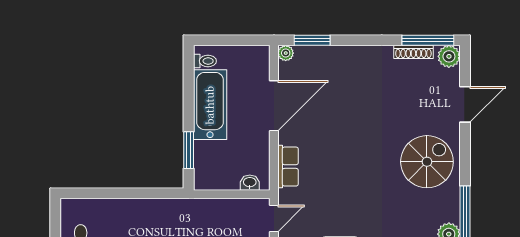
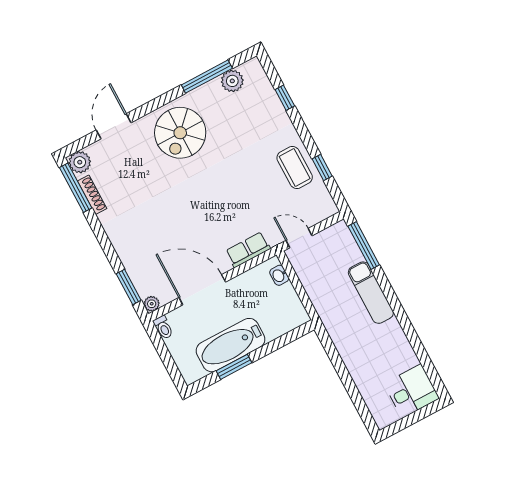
toilet: (205, 61) -> (163, 327), moved, turned 180
door: (465, 104) -> (114, 126), hinge flipped
window: (189, 150) -> (234, 367), moved
spiral stairs: (427, 162) -> (180, 133), turned -90

